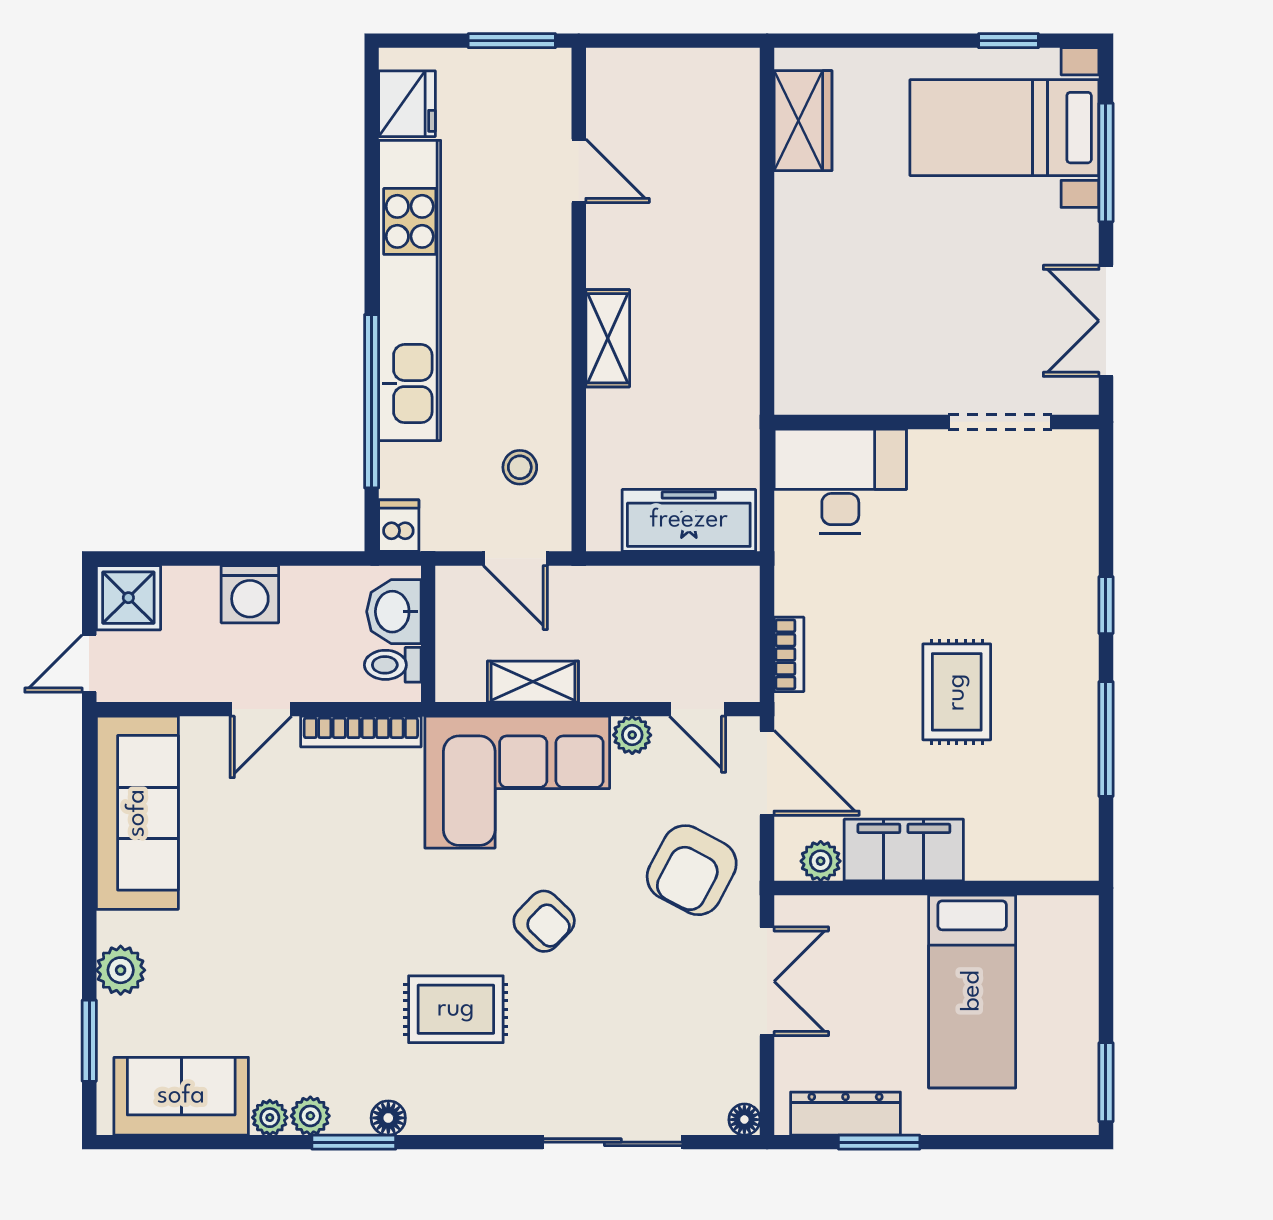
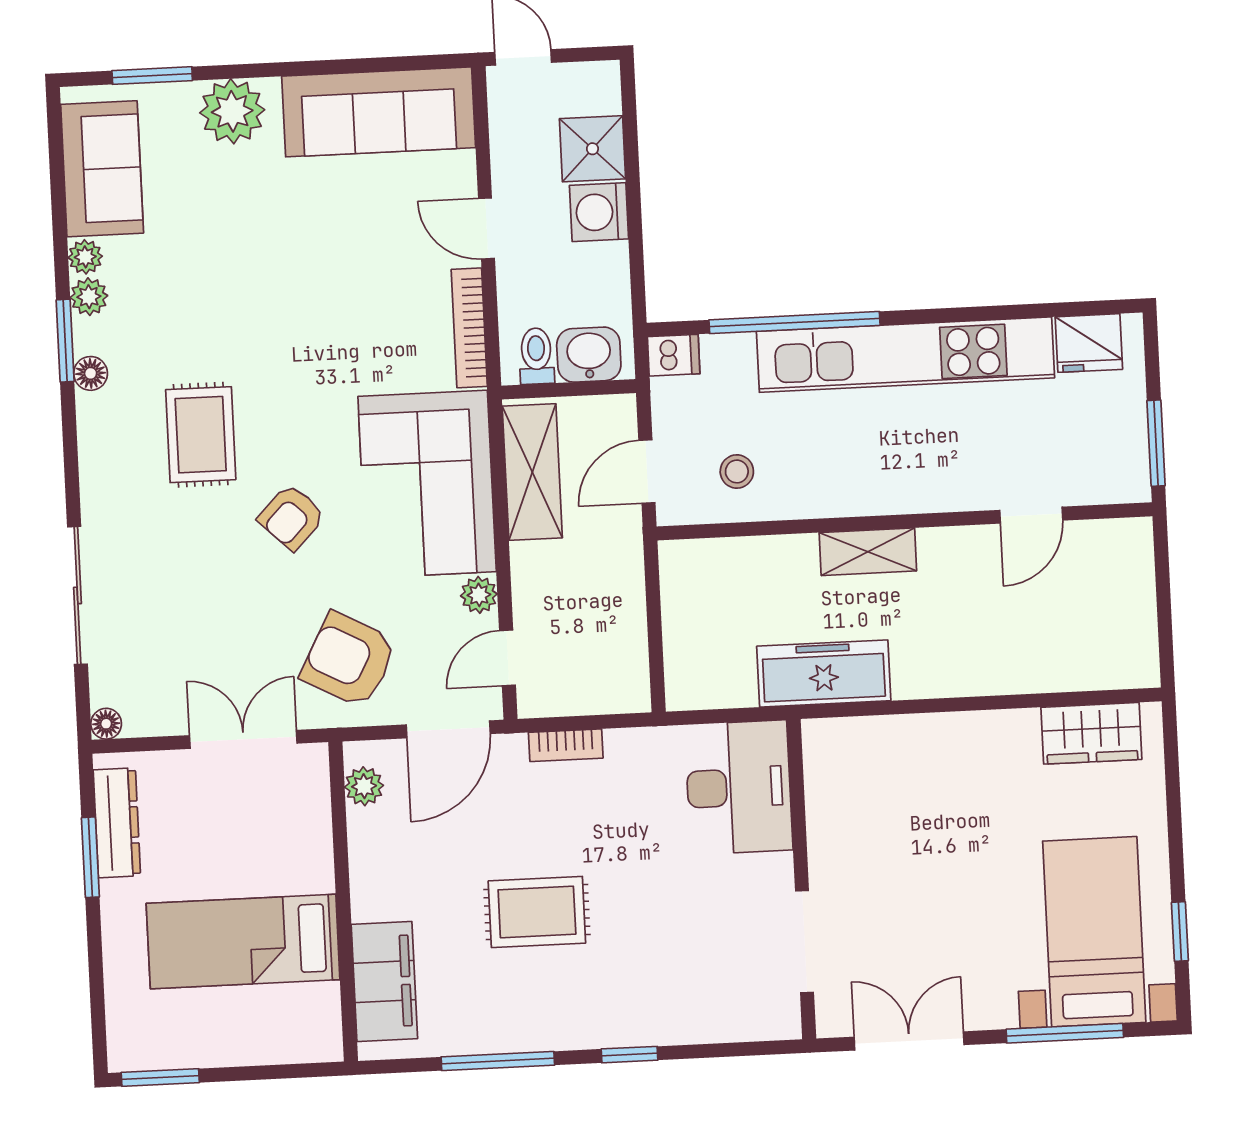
freezer: (689, 520) -> (824, 673), moved, turned -90
shower: (128, 598) -> (592, 149), moved
shelving: (533, 682) -> (532, 472), width x1.50, depth x1.33
filing cabinet: (904, 850) -> (384, 982), moved
plant: (121, 970) -> (232, 111), width x1.36, depth x1.36
double door: (767, 981) -> (243, 739), swing flipped

